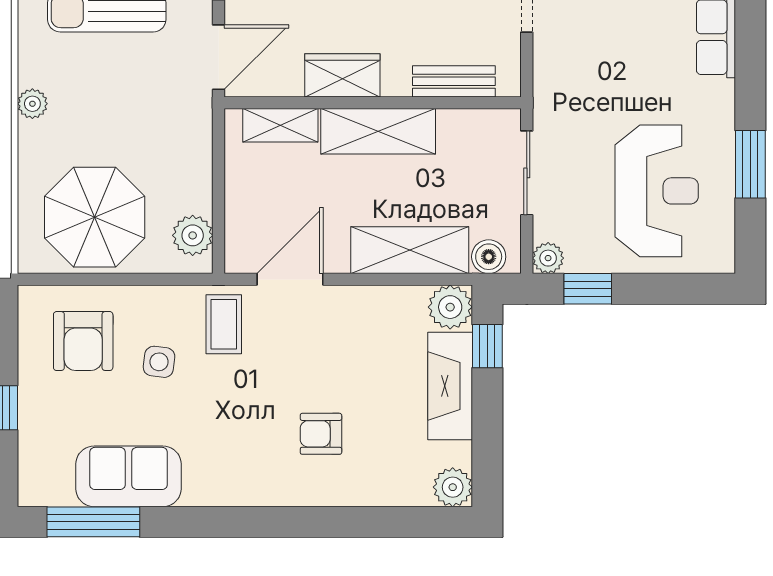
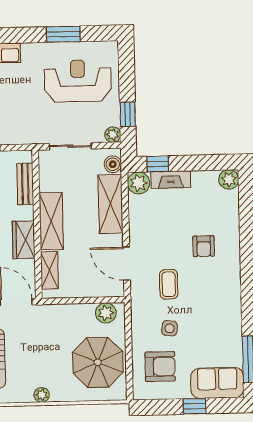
coffee table: (224, 324) -> (169, 284), moved, turned 90
fireplace: (450, 386) -> (171, 180), width x0.73, depth x0.76
sofa: (129, 476) -> (217, 383), moved, turned 90

